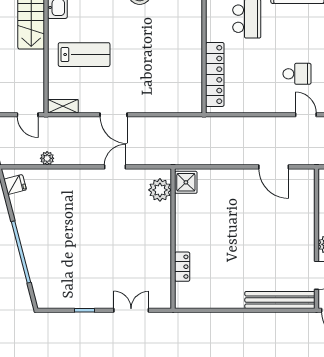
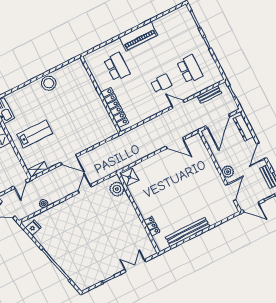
door: (28, 115) -> (20, 184), hinge flipped
bench: (280, 300) -> (188, 232), moved

